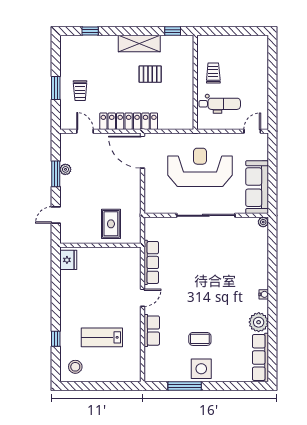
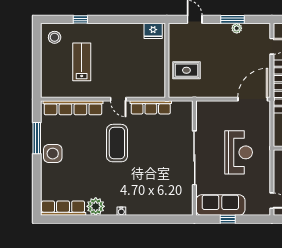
reception desk: (200, 167) -> (239, 152), width x0.74, depth x0.77
window: (272, 179) -> (228, 219), added
plant: (263, 222) -> (188, 211), removed
row of seats: (152, 331) -> (73, 108), width x2.02
coffee table: (200, 339) -> (117, 143), moved, width x1.86, depth x1.72

